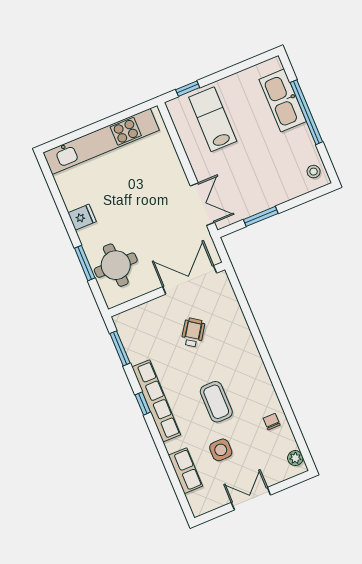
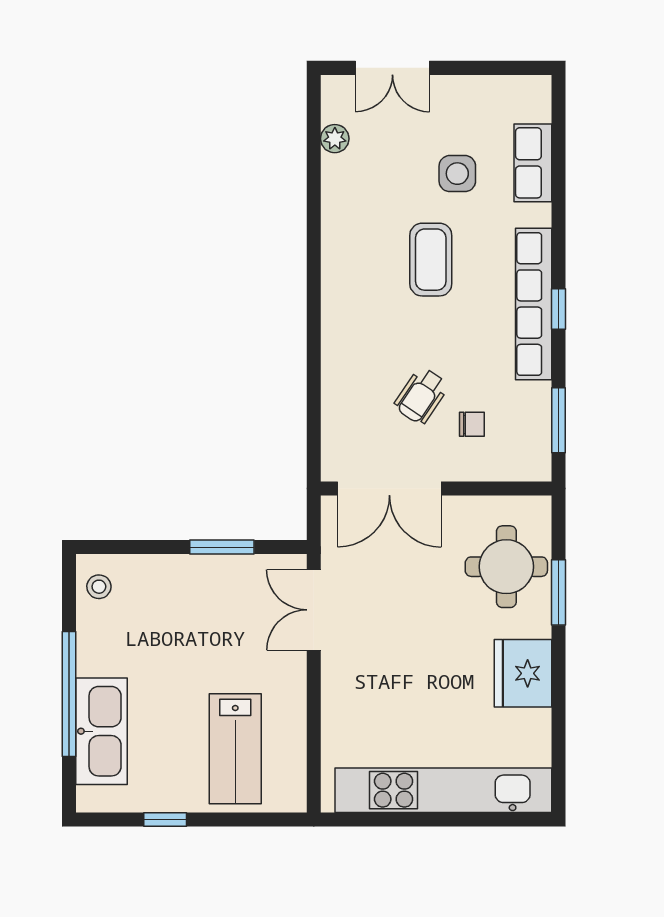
window: (188, 89) -> (165, 819), moved
fridge: (82, 217) -> (523, 673), width x1.88, depth x1.34
chair: (272, 422) -> (472, 424), moved, turned -90
plant: (295, 458) -> (335, 139), moved
double door: (251, 499) -> (392, 68), moved

